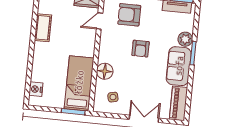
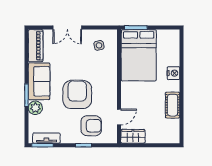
armchair: (141, 49) -> (77, 94), width x1.88, depth x1.88
floor lamp: (105, 71) -> (109, 69), removed
bed: (79, 83) -> (139, 55), width x1.50
nightstand: (36, 89) -> (174, 73), moved

